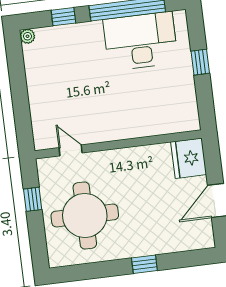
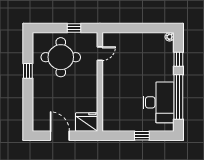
window: (144, 264) -> (28, 71), moved

